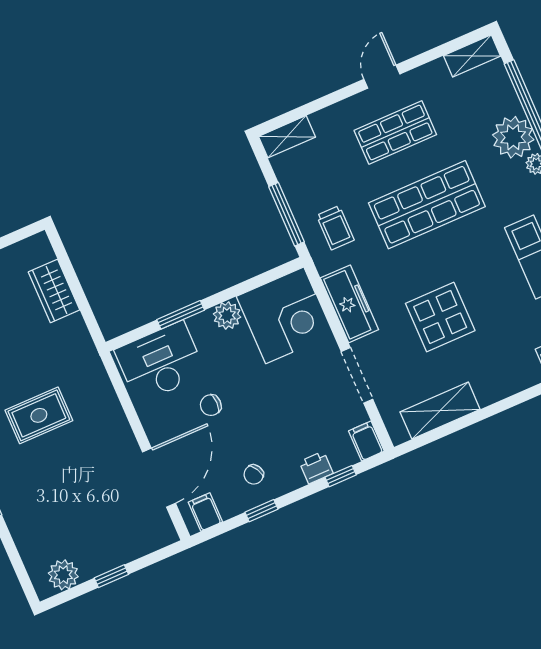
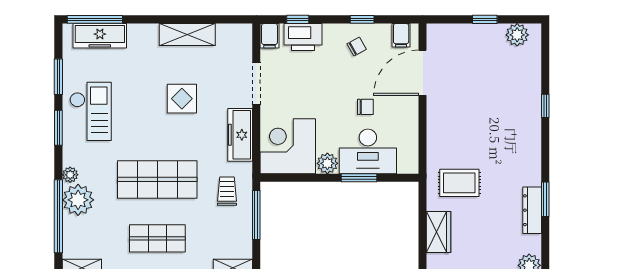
display table: (440, 317) -> (182, 99), width x0.73, depth x0.73
desk: (160, 362) -> (368, 151), moved
shelving: (440, 411) -> (187, 35), moved
rug: (39, 415) -> (459, 183), moved
printer: (316, 468) -> (303, 37), width x1.87, depth x1.48

